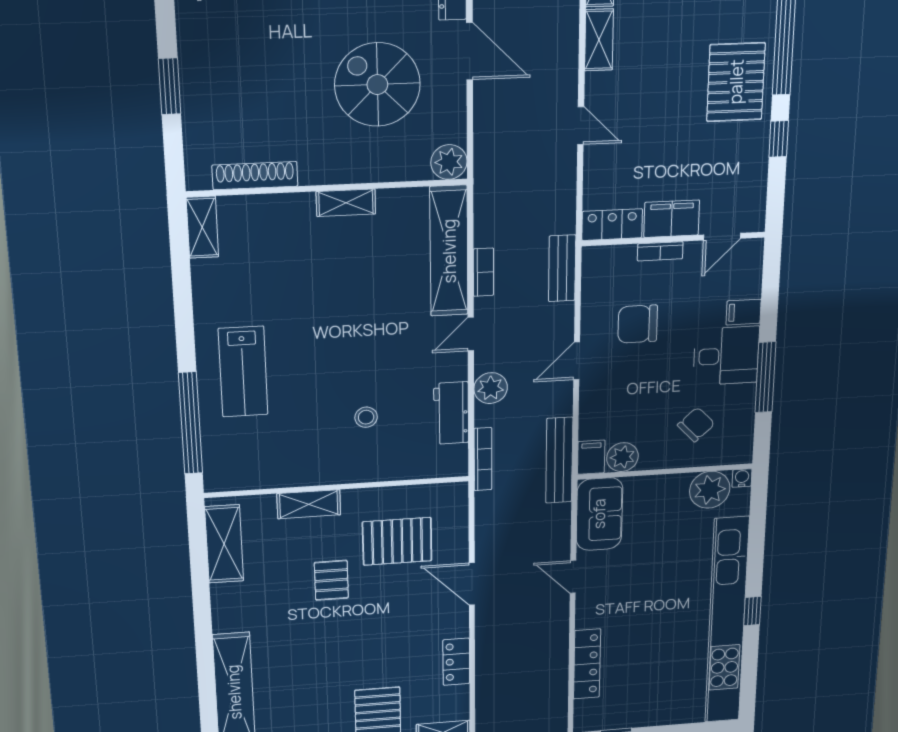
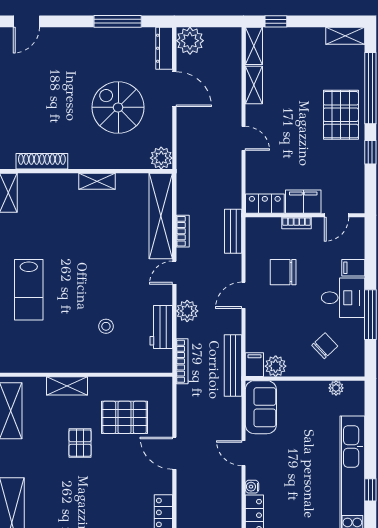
water cooler: (742, 478) -> (252, 487), moved, turned -90
plant: (710, 490) -> (336, 388), width x0.53, depth x0.53

